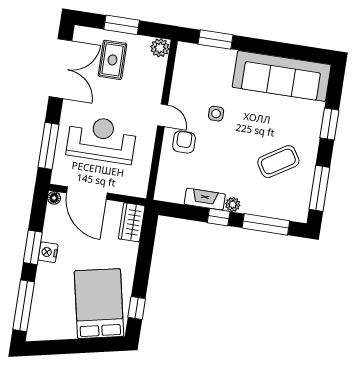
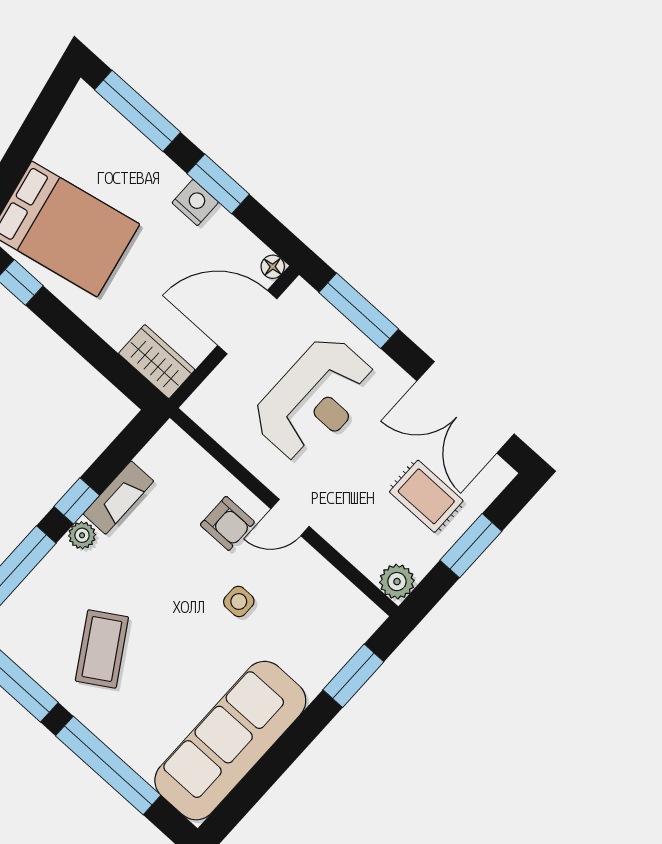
window: (329, 124) -> (108, 766), width x2.11

